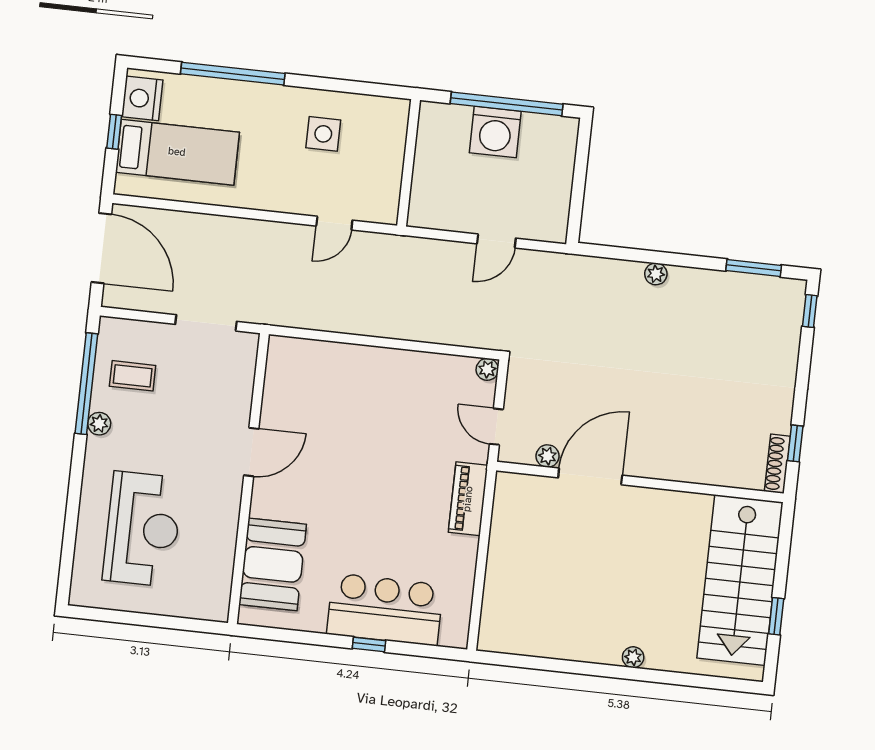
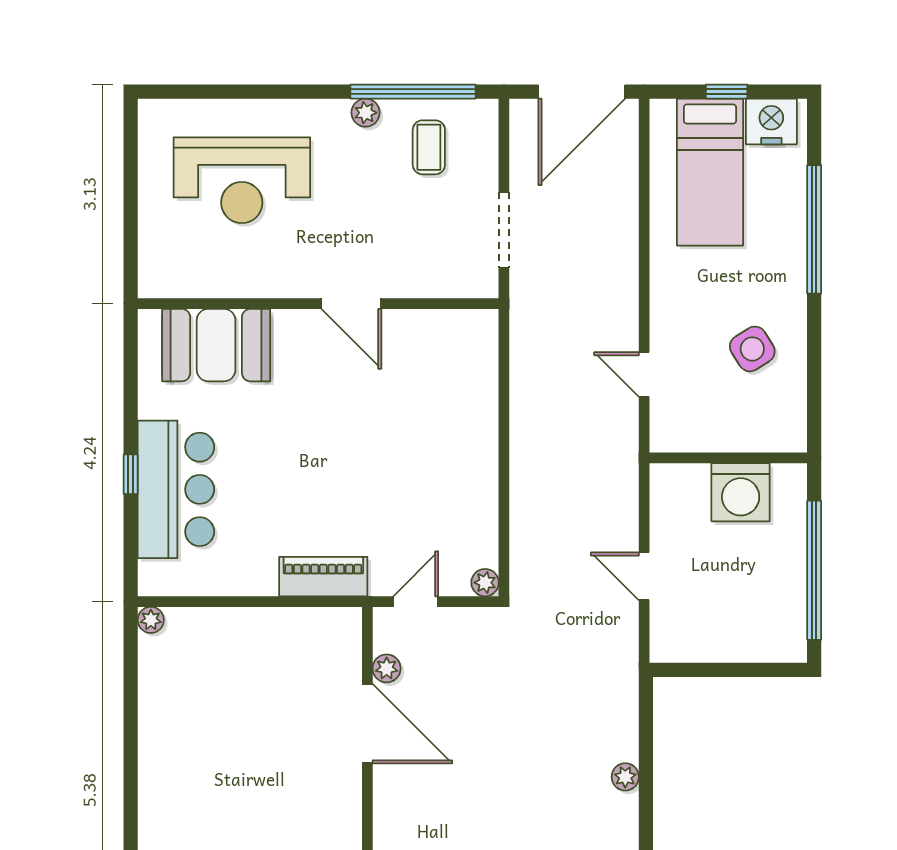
washing machine: (495, 132) -> (741, 492), moved, turned -90
side table: (323, 134) -> (752, 349), turned -32
plant: (633, 657) -> (151, 620), moved

